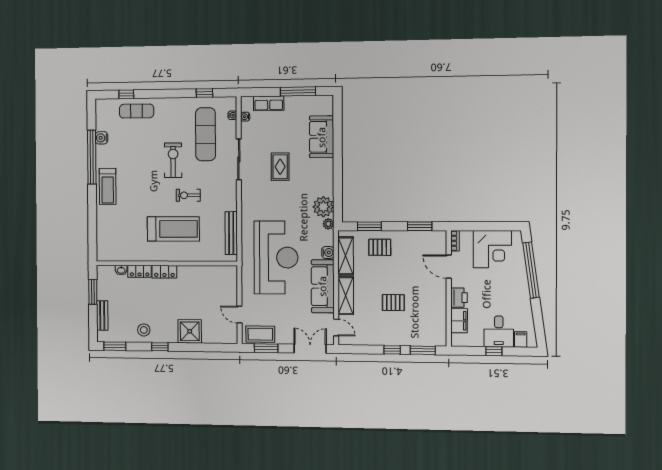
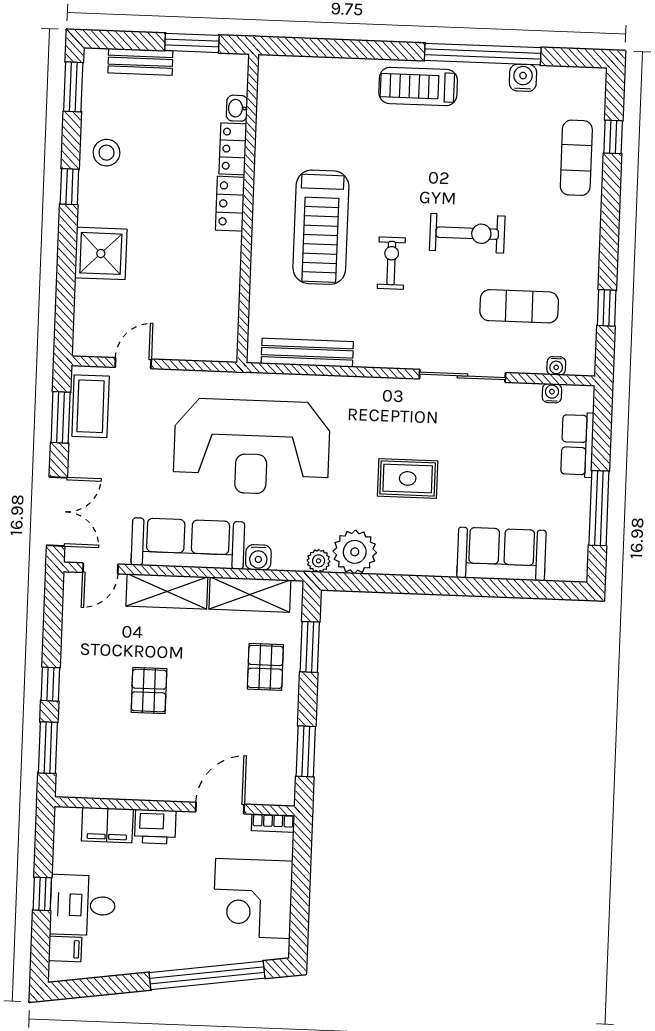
exercise mat: (206, 134) -> (519, 306), width x0.73, depth x0.69
rug: (280, 167) -> (408, 478), moved

